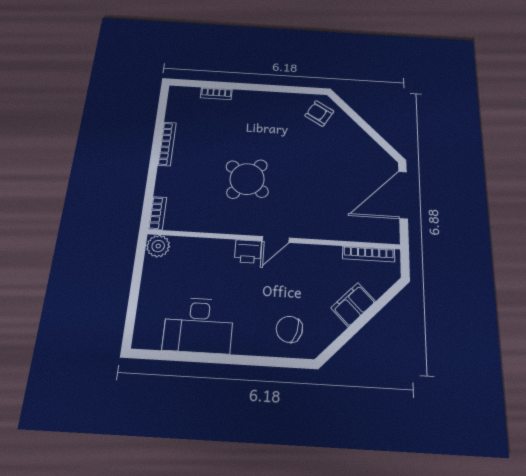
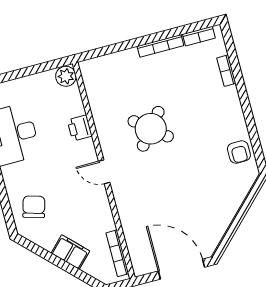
armchair: (319, 113) -> (239, 152), moved, turned 149
bookcase: (158, 213) -> (199, 36), moved
printer: (248, 251) -> (80, 128), moved

